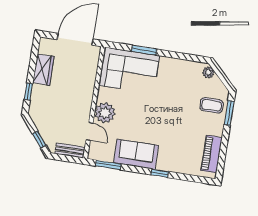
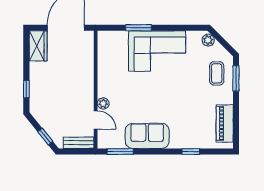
wardrobe: (43, 70) -> (38, 46), moved
corner sofa: (129, 71) -> (157, 51), moved
coffee table: (212, 105) -> (217, 73), turned 90
plant: (105, 113) -> (103, 103), width x0.53, depth x0.53
window: (160, 173) -> (191, 152), moved

